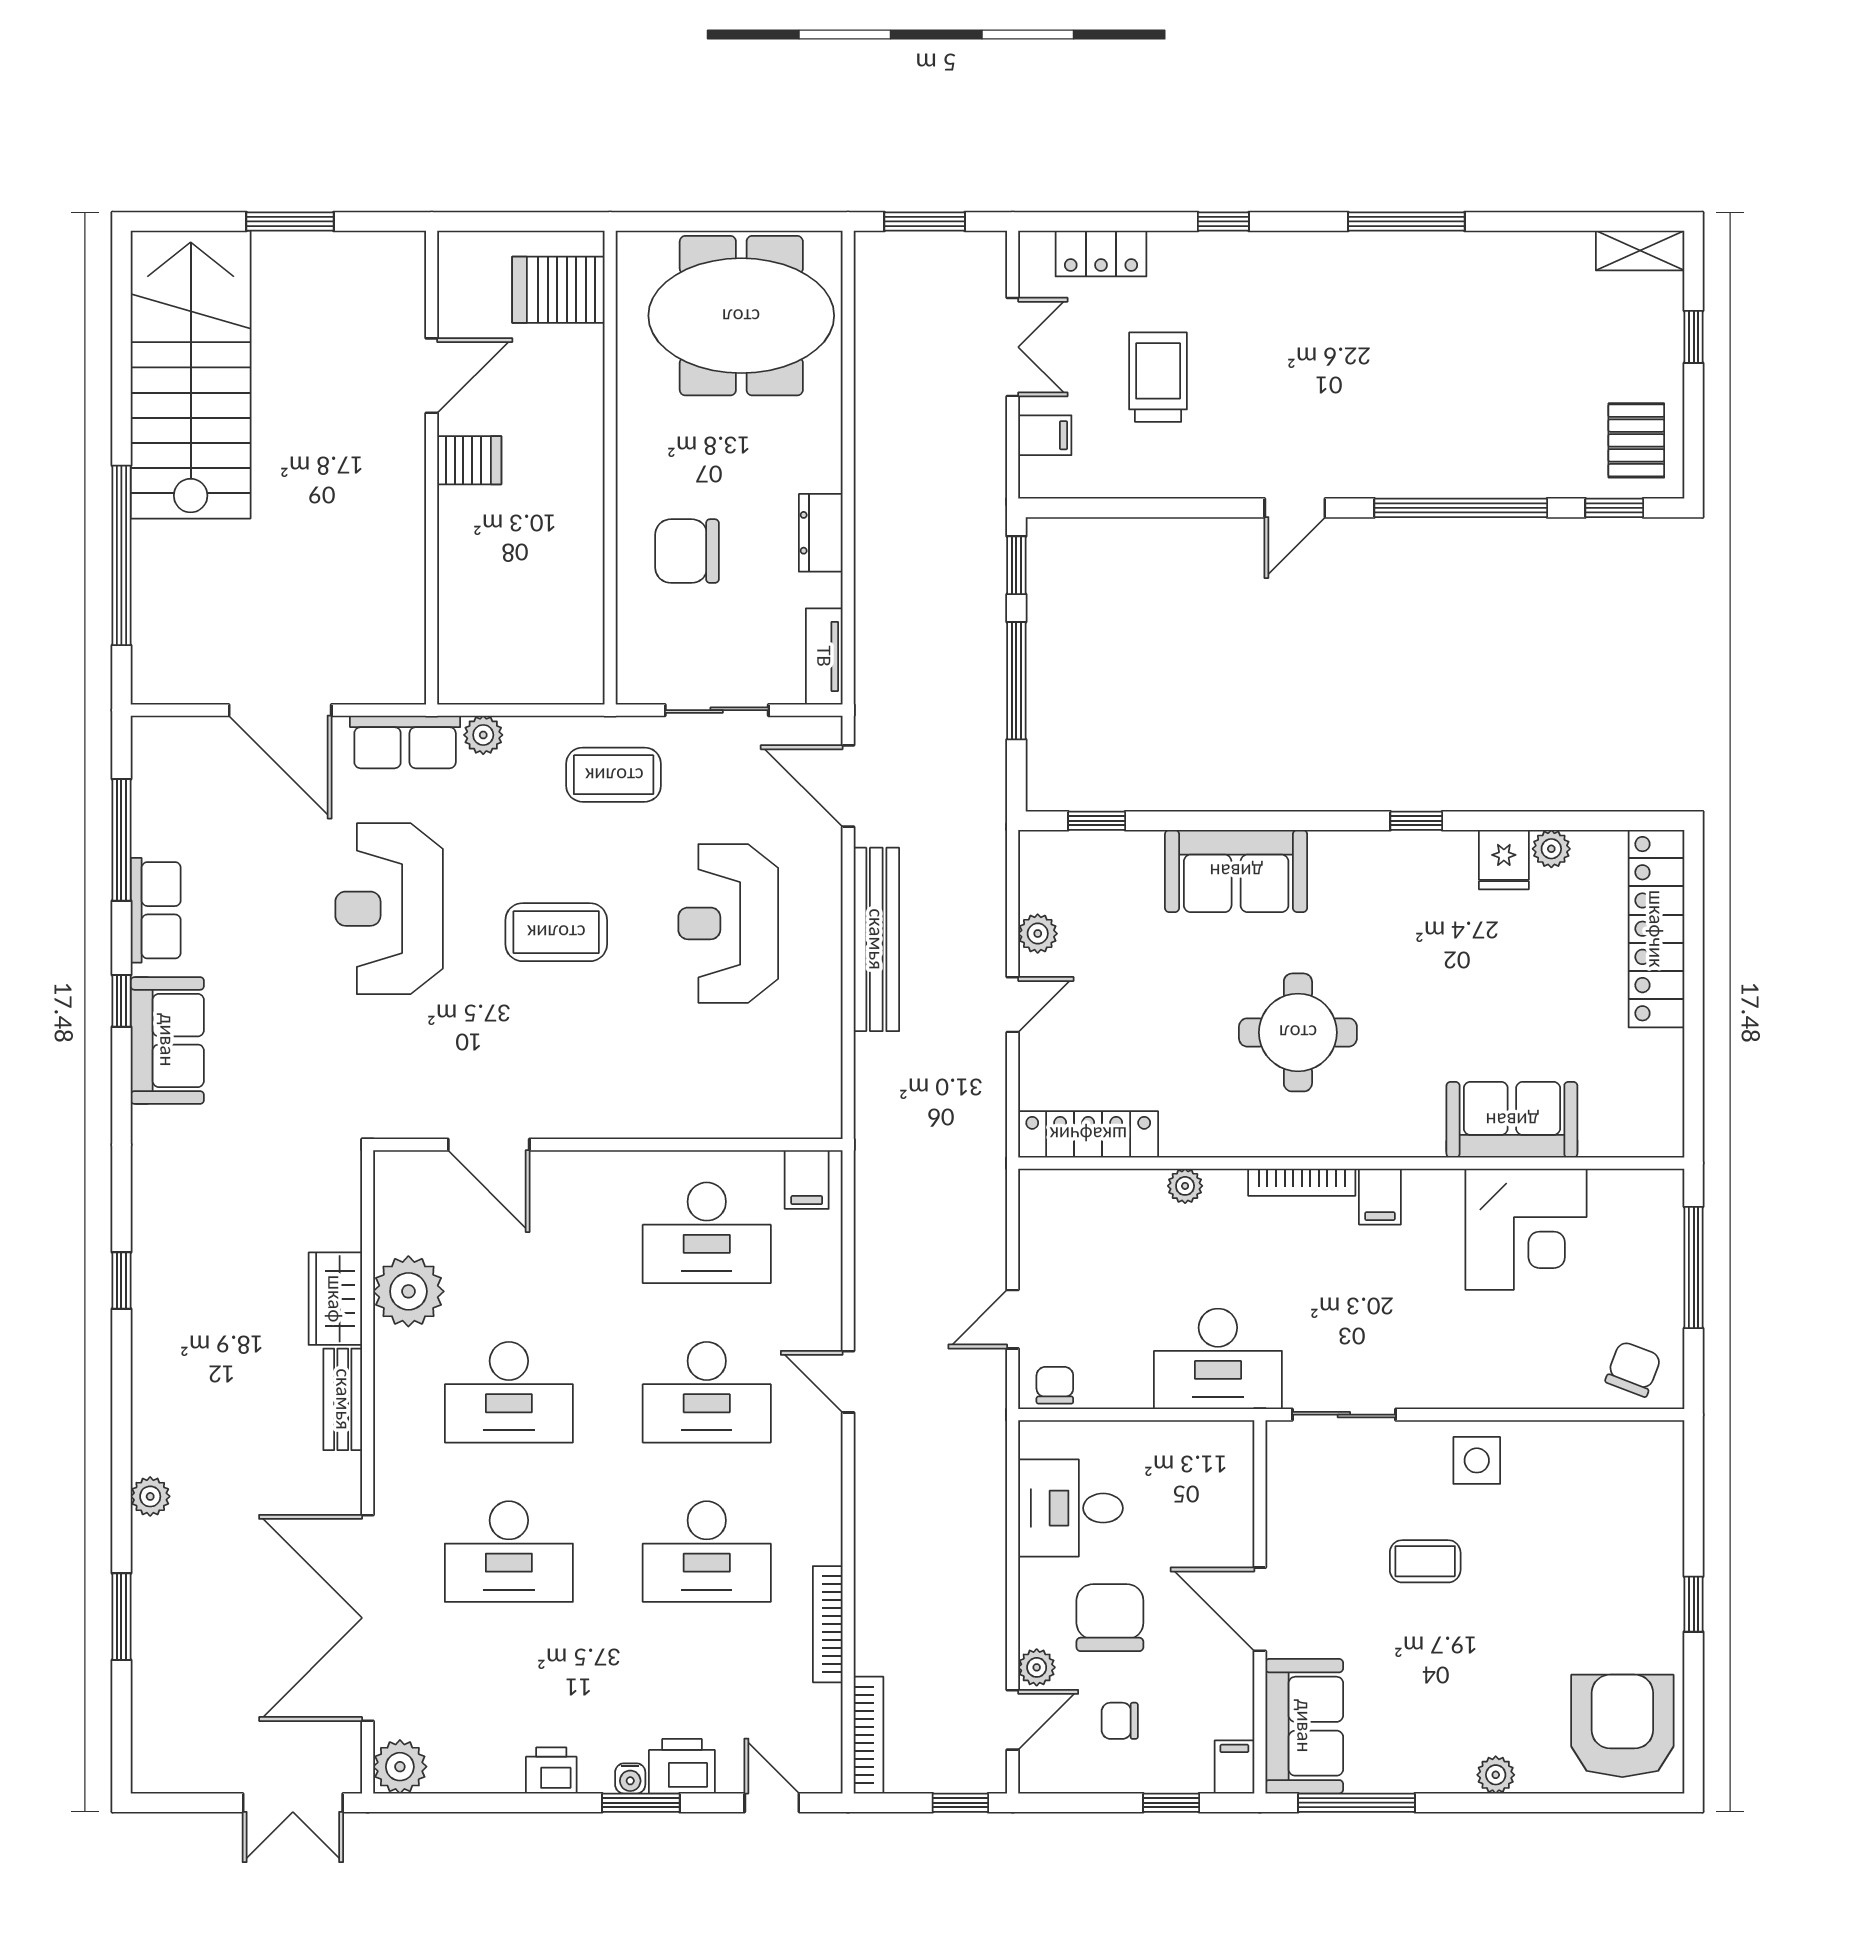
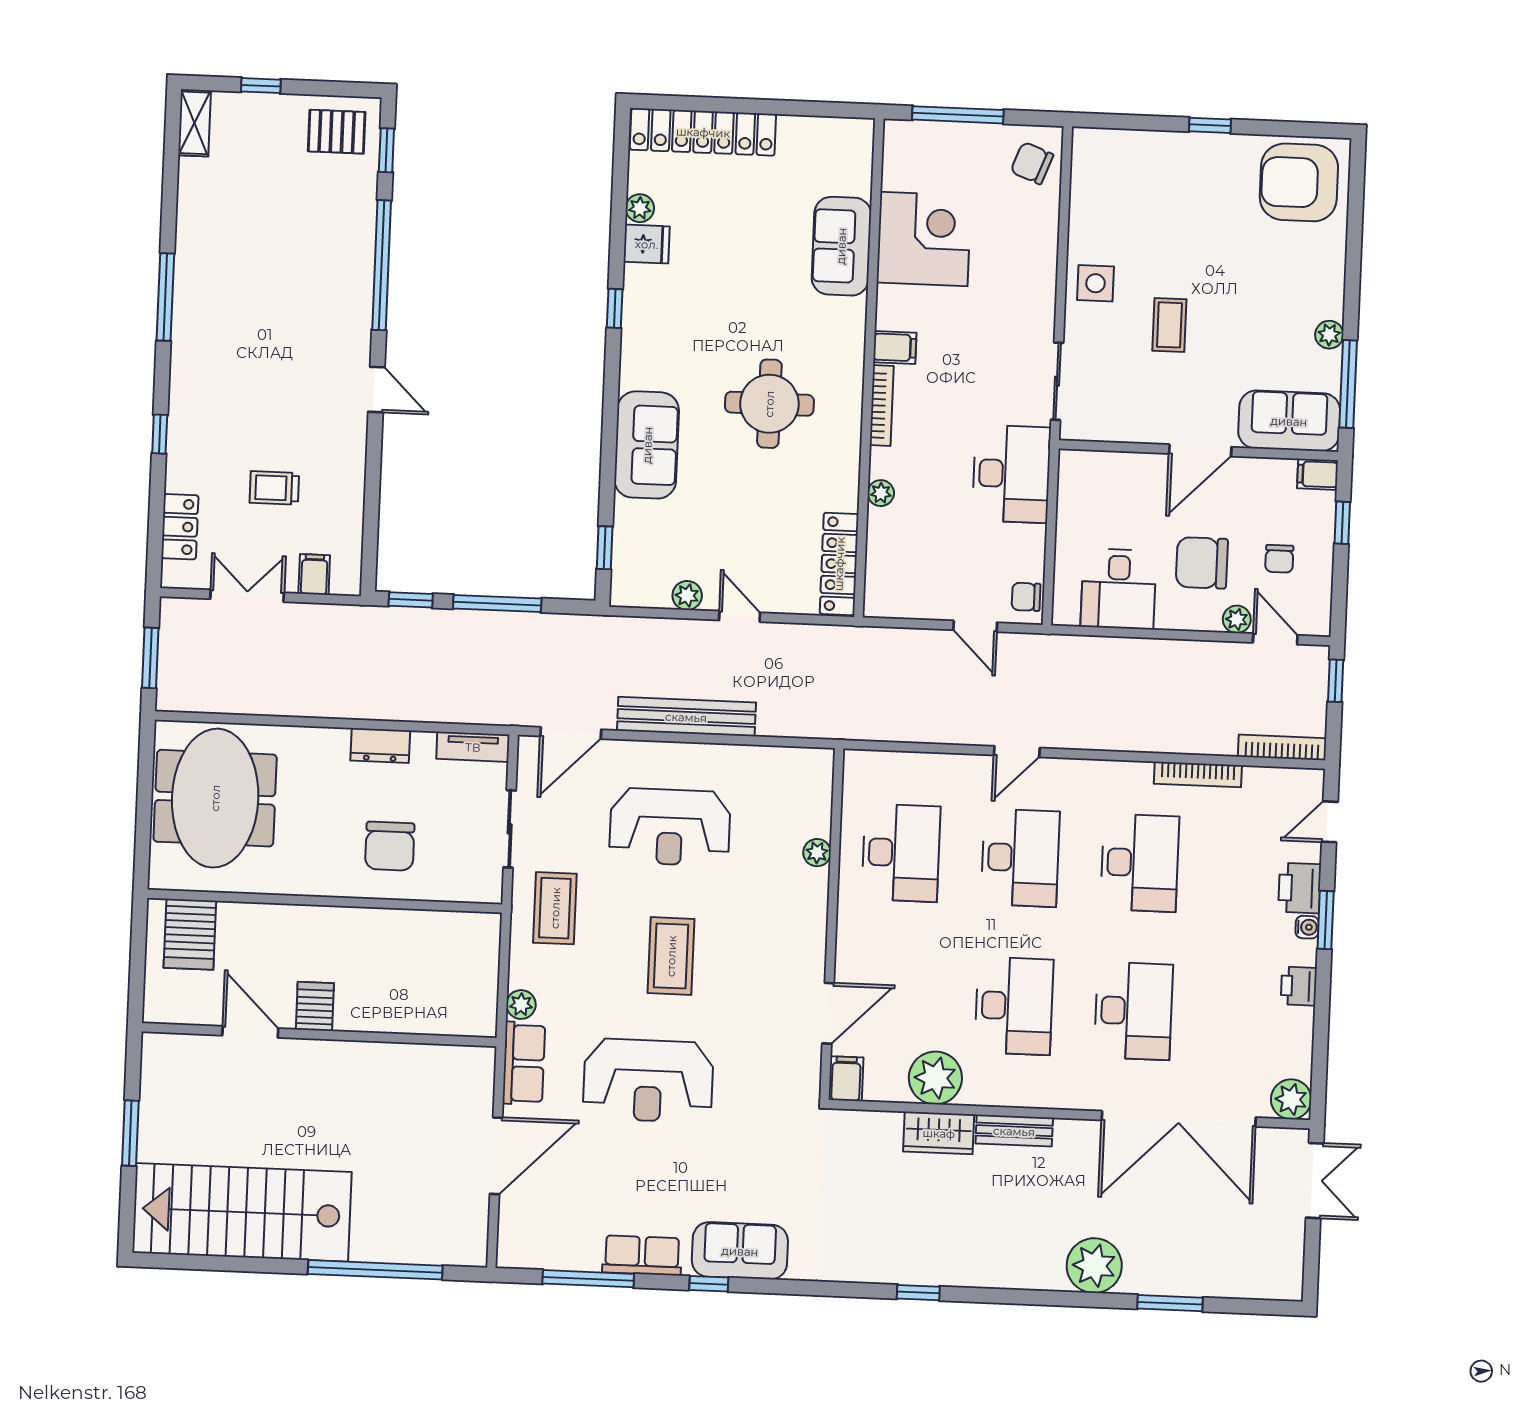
trolley: (1158, 377) -> (274, 488), width x0.73, depth x0.72
plant: (702, 1121) -> (817, 853), added
filing cabinet: (807, 1180) -> (846, 1079), moved, turned -90
plant: (150, 1496) -> (1094, 1266), width x1.88, depth x1.88
plant: (1496, 1775) -> (1329, 335), moved

